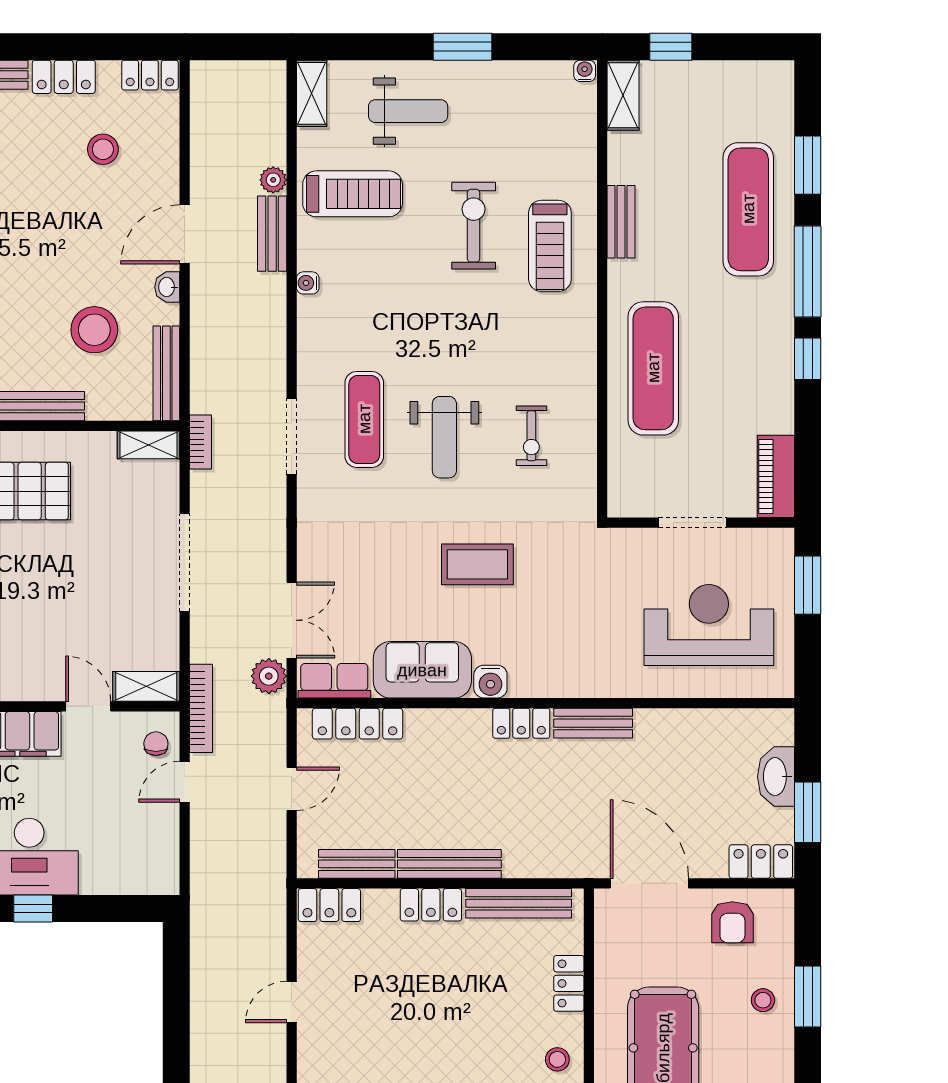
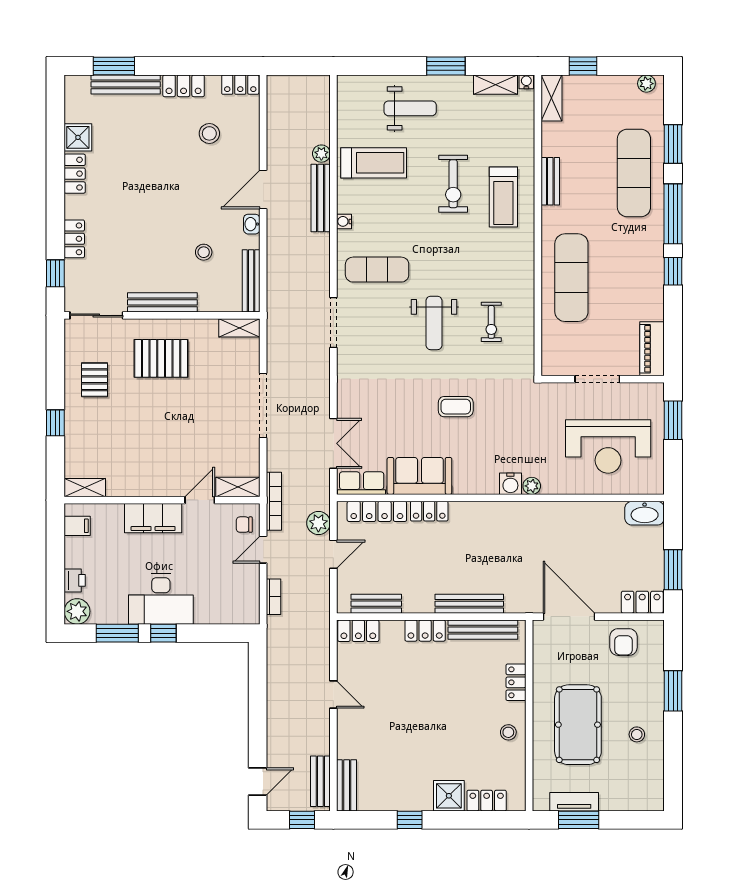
plant: (767, 73) -> (646, 84), added
shelving: (312, 93) -> (496, 85), moved, turned 90
exercise bike: (474, 226) -> (453, 184), turned 180
bench: (272, 234) -> (321, 198), width x1.36
stool: (94, 330) -> (204, 252), width x0.53, depth x0.53
exercise mat: (364, 419) -> (377, 270), moved, turned 90
bookcase: (200, 442) -> (274, 597), moved
coffee table: (477, 564) -> (456, 407), width x0.73, depth x0.77
reception desk: (709, 625) -> (608, 447), turned 180
plant: (269, 676) -> (318, 523), moved
water cooler: (490, 682) -> (510, 484), moved
plant: (593, 685) -> (532, 486), added
door: (88, 706) -> (200, 500), hinge flipped
locker: (521, 723) -> (429, 511), moved
bench: (593, 723) -> (532, 511), removed
chair: (156, 744) -> (244, 525), turned -90
washbasin: (776, 777) -> (645, 513), moved, turned -90
bench: (449, 864) -> (469, 604), moved
stool: (763, 1000) -> (637, 734), moved
door: (292, 1002) -> (333, 695), swing flipped

